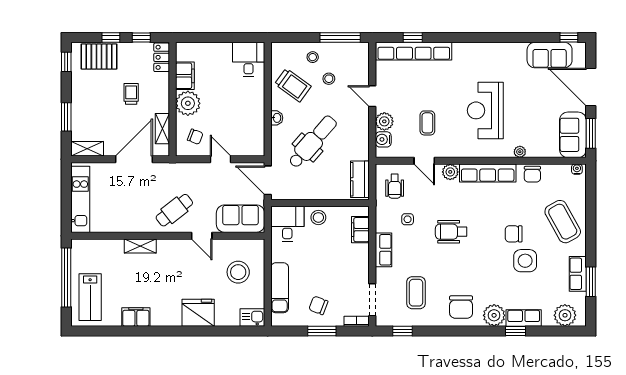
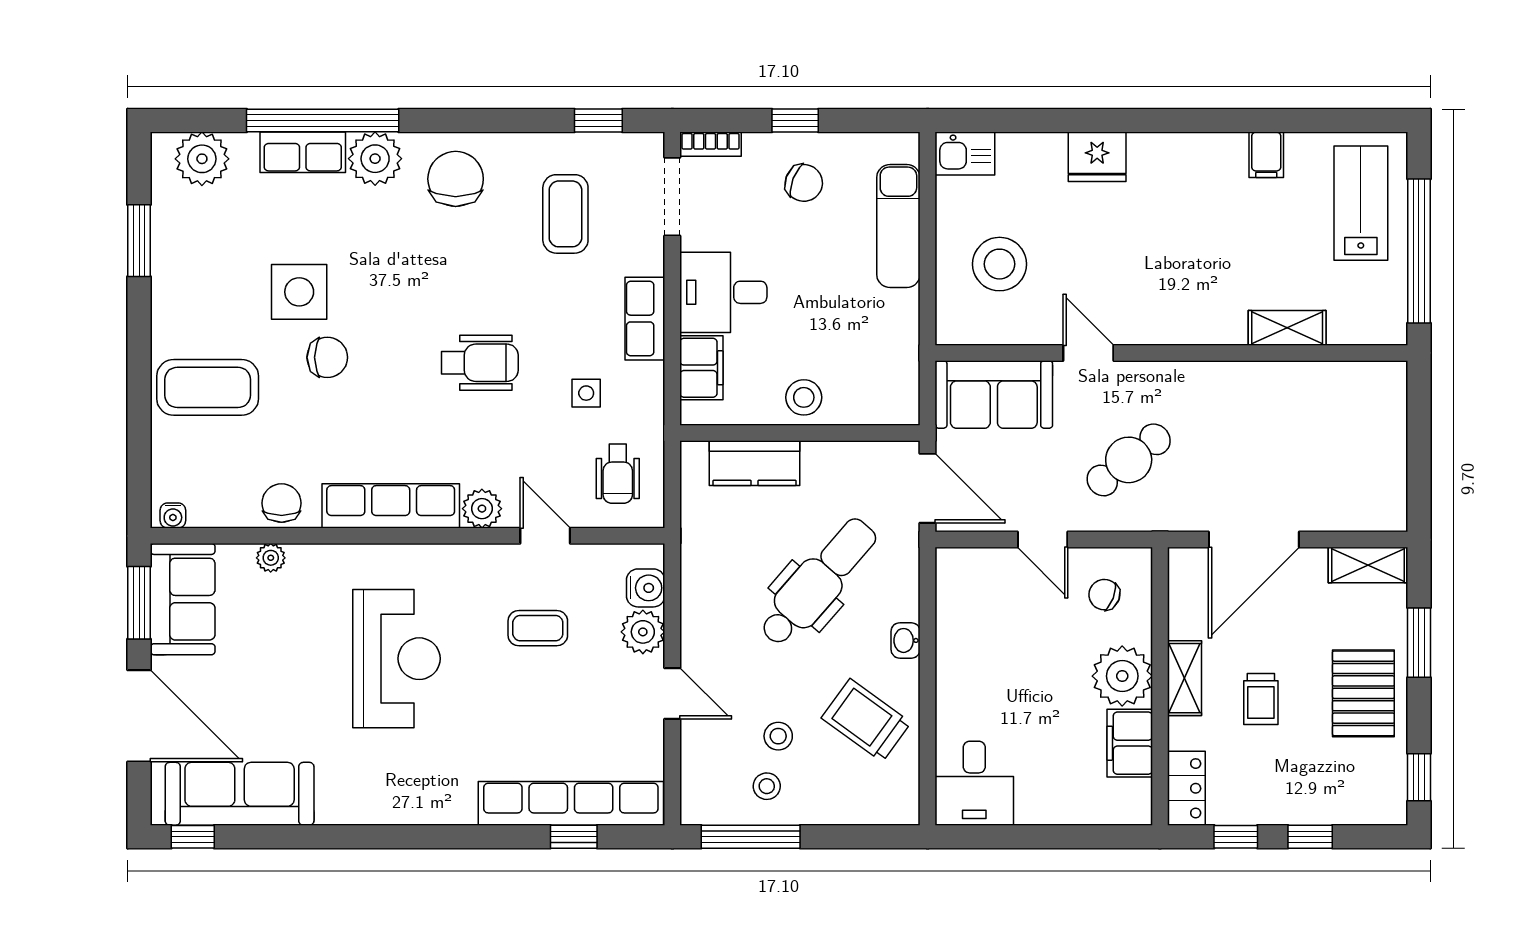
sofa: (550, 55) -> (240, 794), width x1.36
pallet: (99, 57) -> (1363, 693), moved, turned 90
stool: (313, 57) -> (767, 786), moved
coffee table: (427, 123) -> (538, 628), turned 90
shelving: (162, 129) -> (1184, 678), moved
dental chair: (313, 142) -> (818, 582), turned 180
plant: (520, 152) -> (271, 558), moved
kitchen counter: (360, 179) -> (755, 463), moved, turned 90
wheelchair: (395, 186) -> (618, 474), turned 180
kitchen unit: (80, 199) -> (1385, 442), removed
cafe table: (174, 210) -> (1129, 460), moved
coffee table: (563, 222) -> (208, 387), turned -61
desk: (287, 224) -> (723, 292), moved, turned 90
shelving: (140, 246) -> (1287, 328), moved
row of seats: (578, 274) -> (171, 260), removed
fridge: (198, 313) -> (1097, 157), width x0.73, depth x0.75
filing cabinet: (136, 317) -> (1266, 155), width x0.50
window: (322, 331) -> (795, 121), width x0.67
window: (516, 331) -> (323, 121), width x3.17

